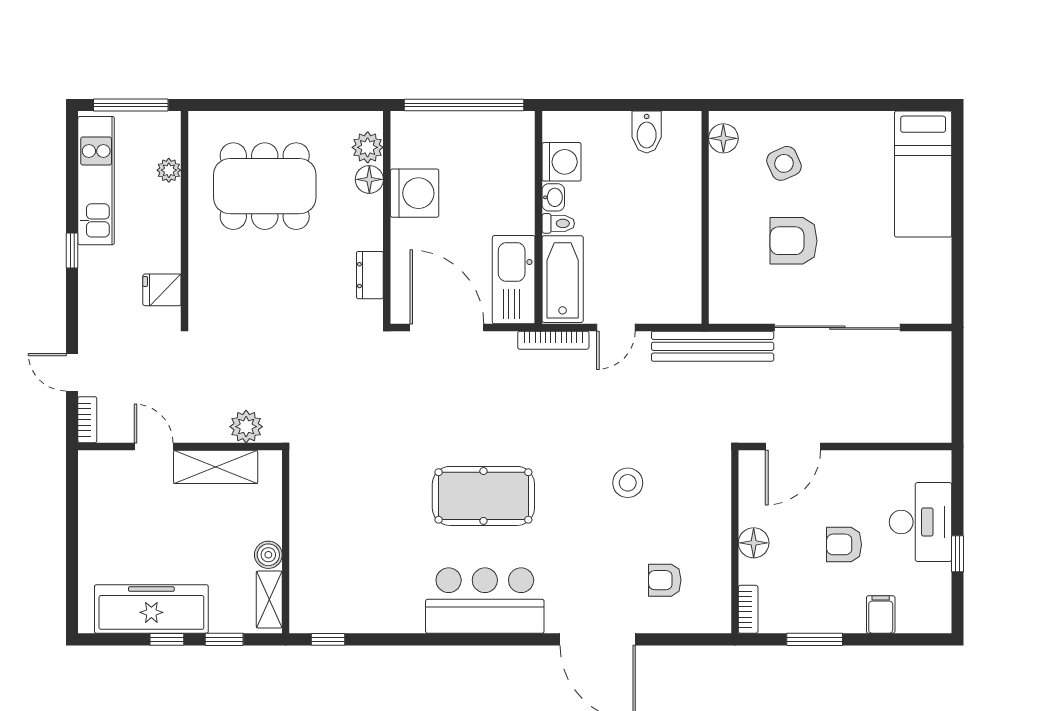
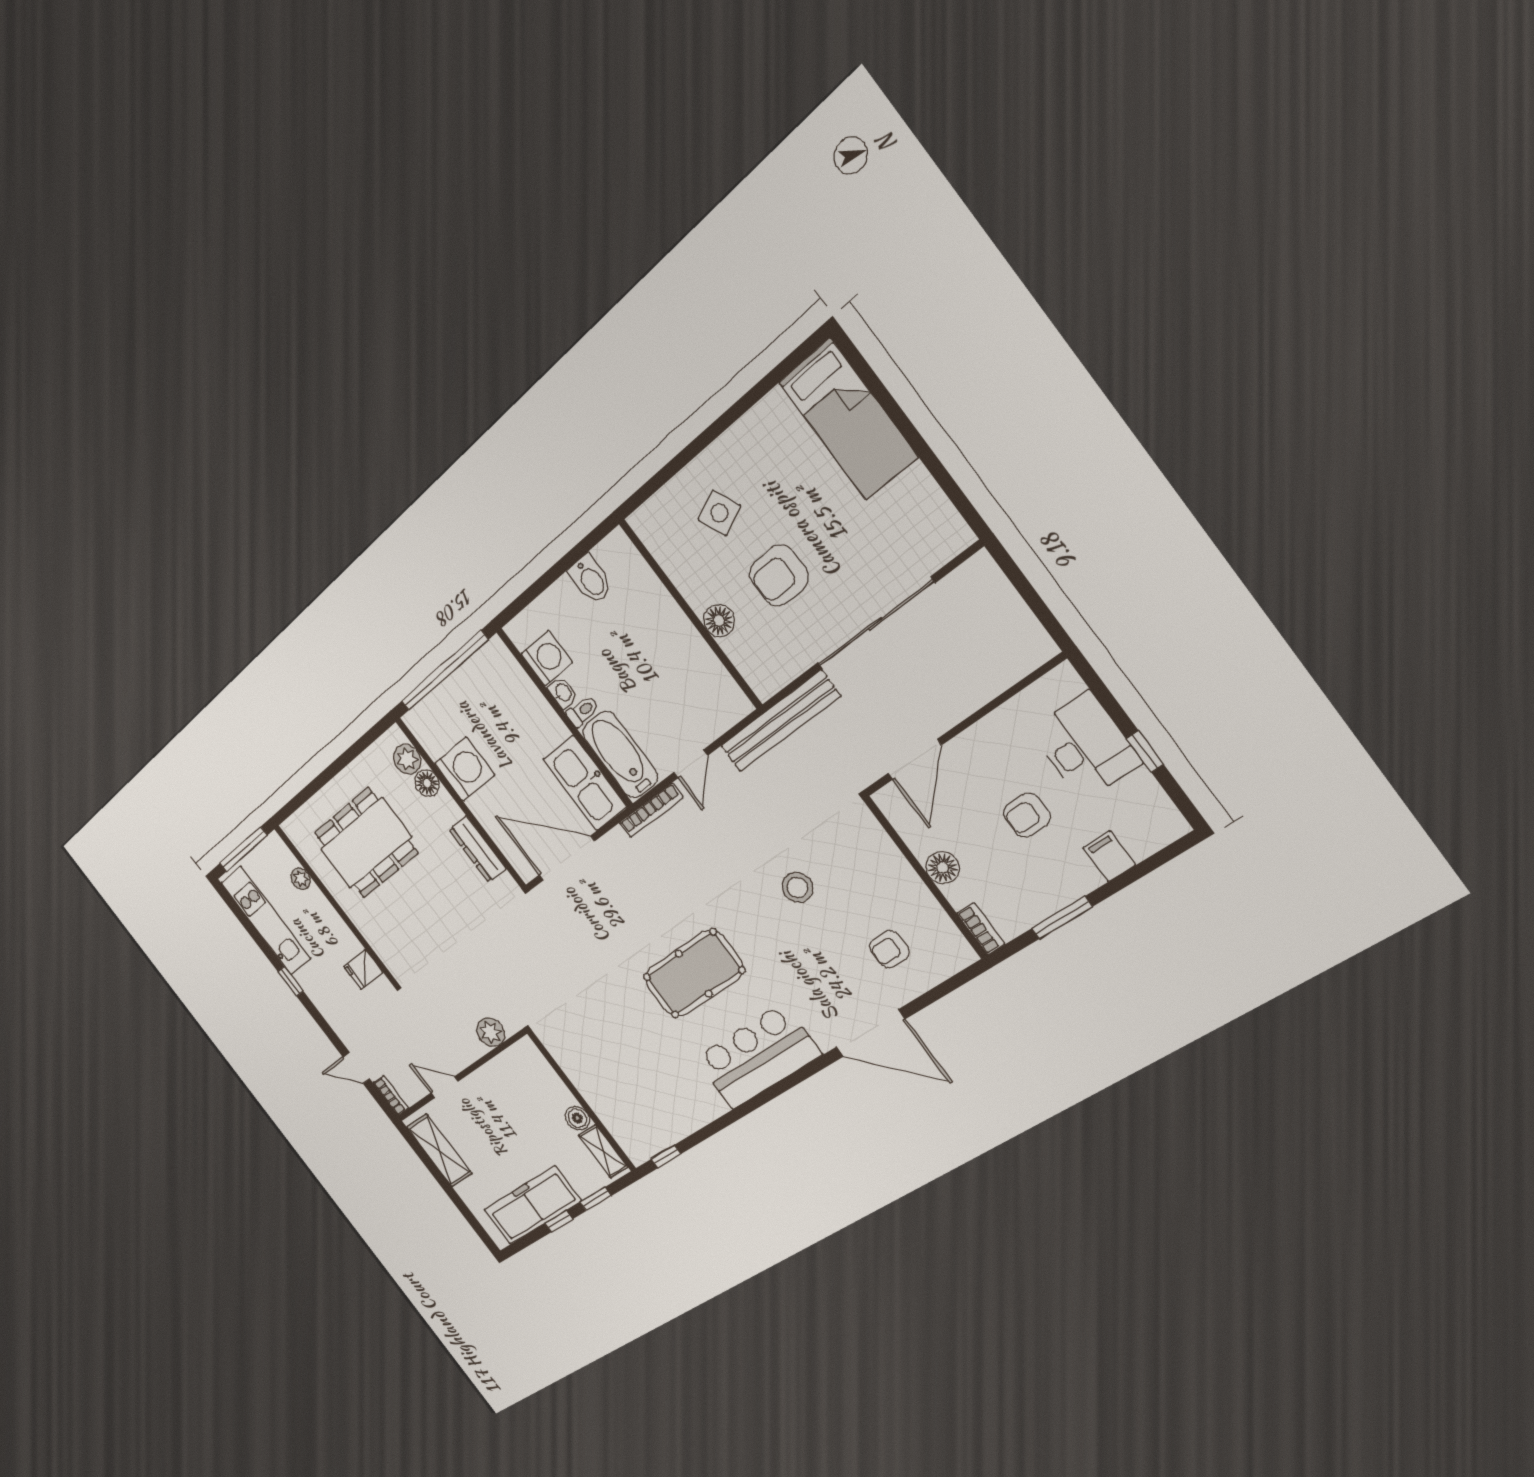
floor lamp: (723, 138) -> (719, 621), moved
dresser: (370, 275) -> (477, 849), width x1.44
shelving: (216, 467) -> (439, 1150), moved, turned 90

